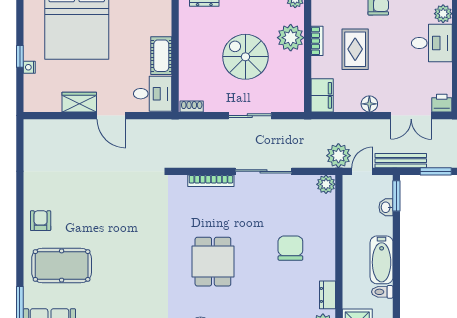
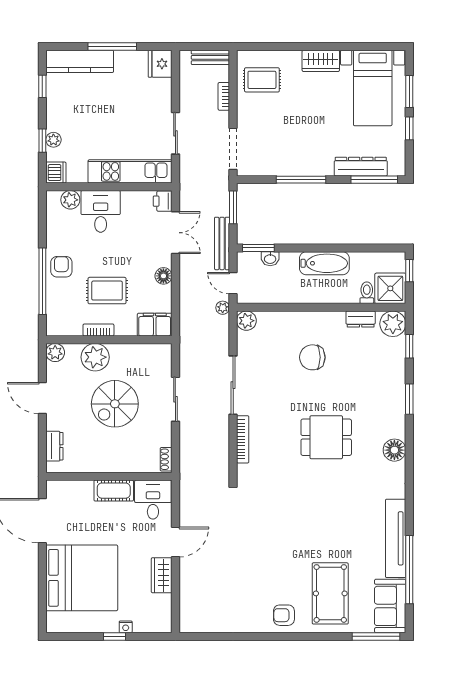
plant: (338, 156) -> (223, 308), width x0.53, depth x0.53
toilet: (382, 292) -> (367, 293), moved, turned 180

